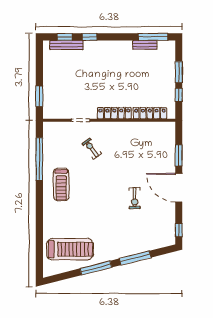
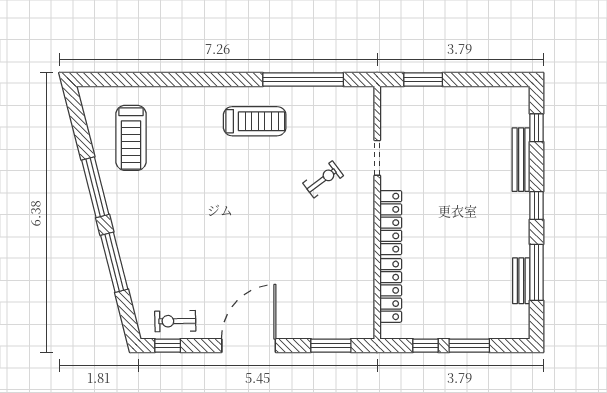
window: (90, 37) -> (536, 206), moved
window: (153, 37) -> (536, 272), moved
bench: (66, 45) -> (521, 160), moved
window: (179, 155) -> (331, 346), moved
treadmill: (61, 184) -> (255, 121), turned 180
exercise bike: (135, 198) -> (175, 321), moved
treadmill: (70, 249) -> (131, 138), width x0.73, depth x0.73

